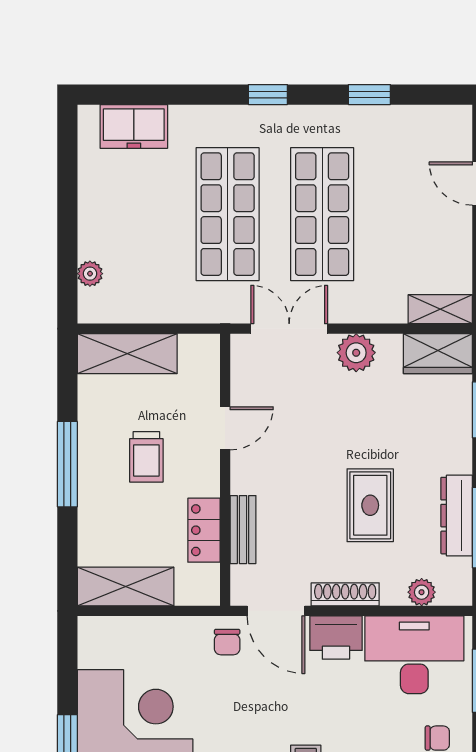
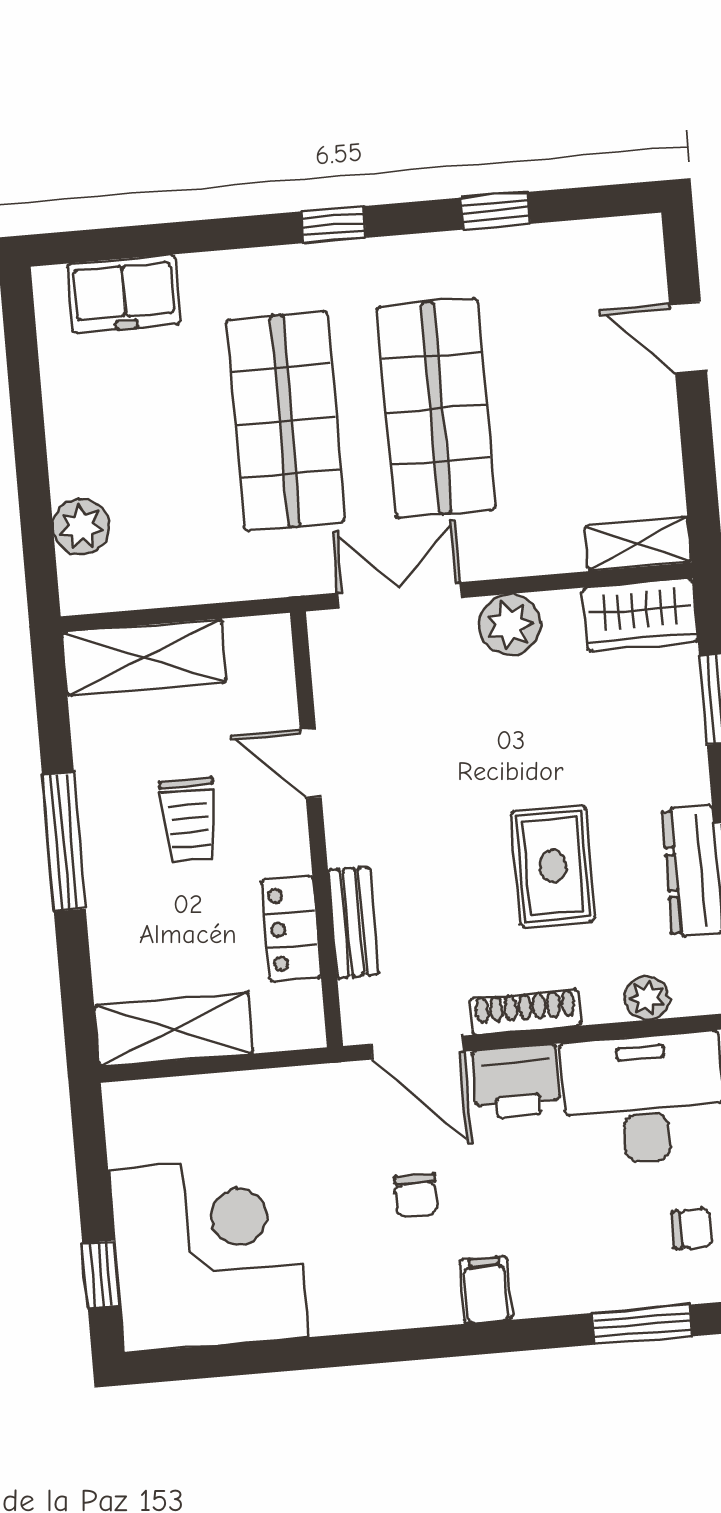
plant: (90, 274) -> (81, 527), width x1.38, depth x1.38
door: (225, 428) -> (311, 763), swing flipped
chair: (227, 642) -> (416, 1195), moved

